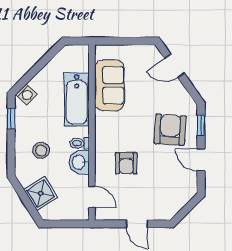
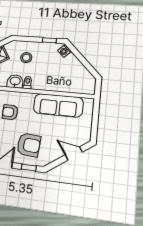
door: (174, 66) -> (74, 153), hinge flipped
sofa: (109, 85) -> (58, 105), width x1.36
bathtub: (77, 100) -> (57, 83), removed

